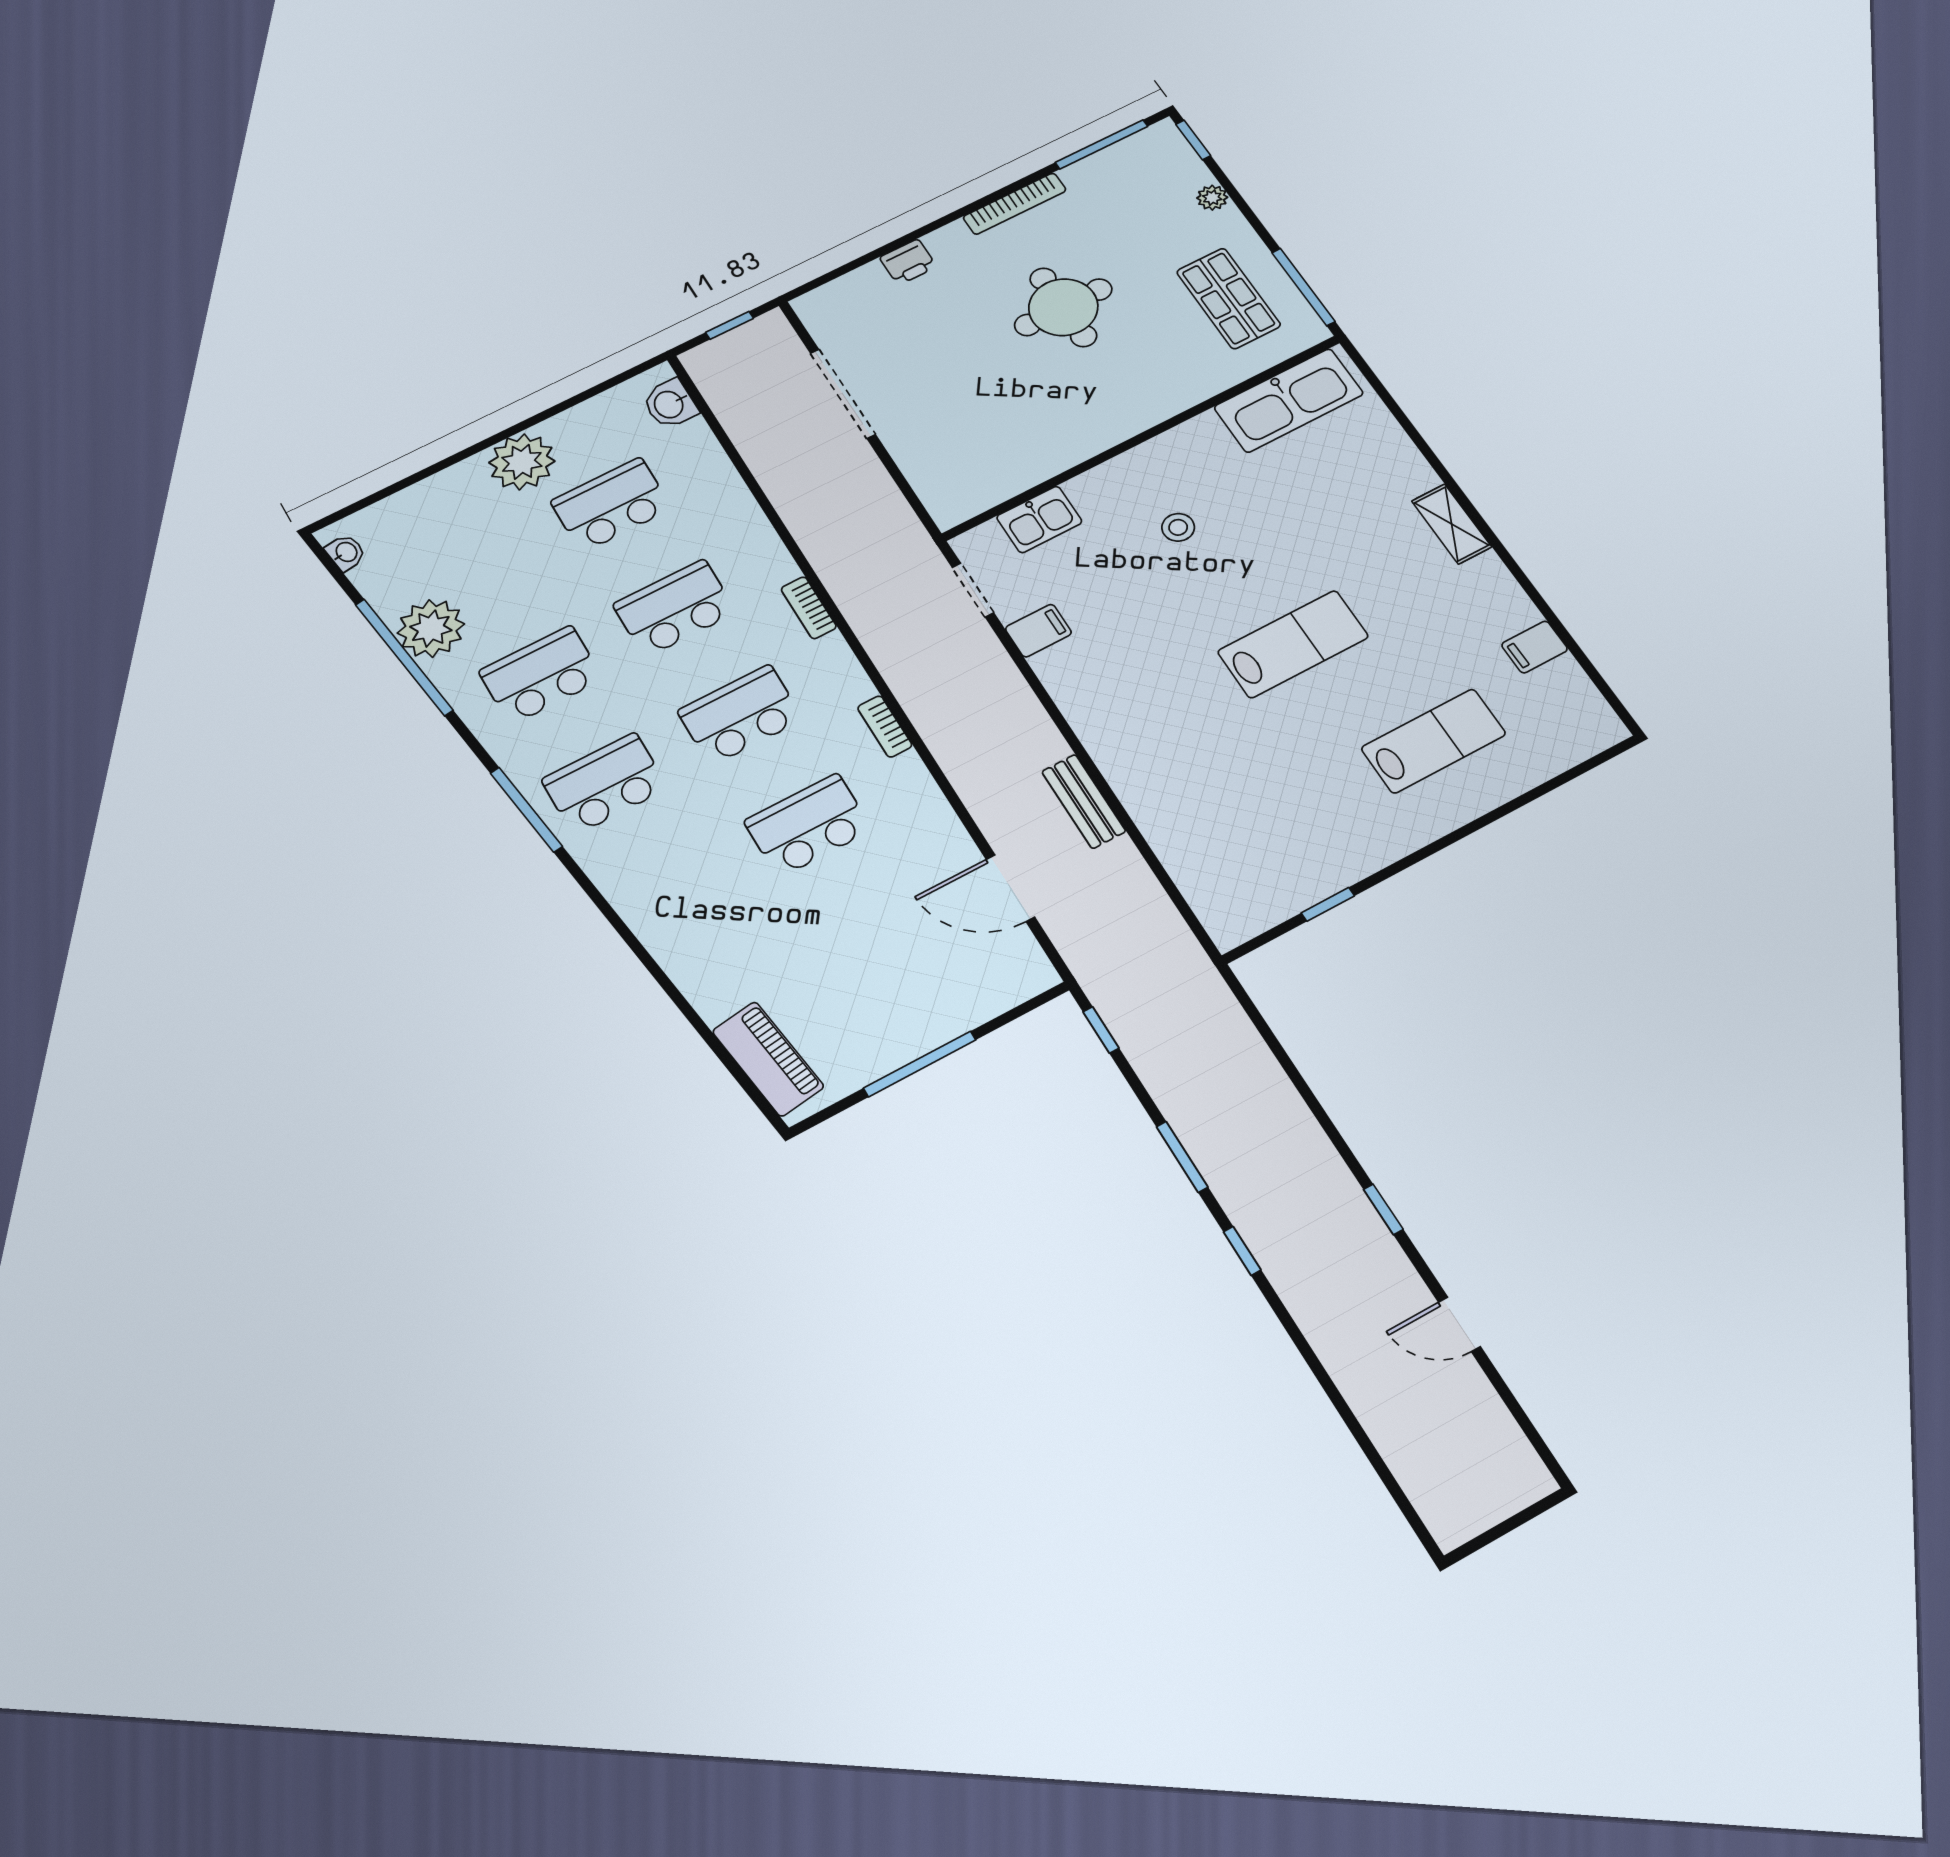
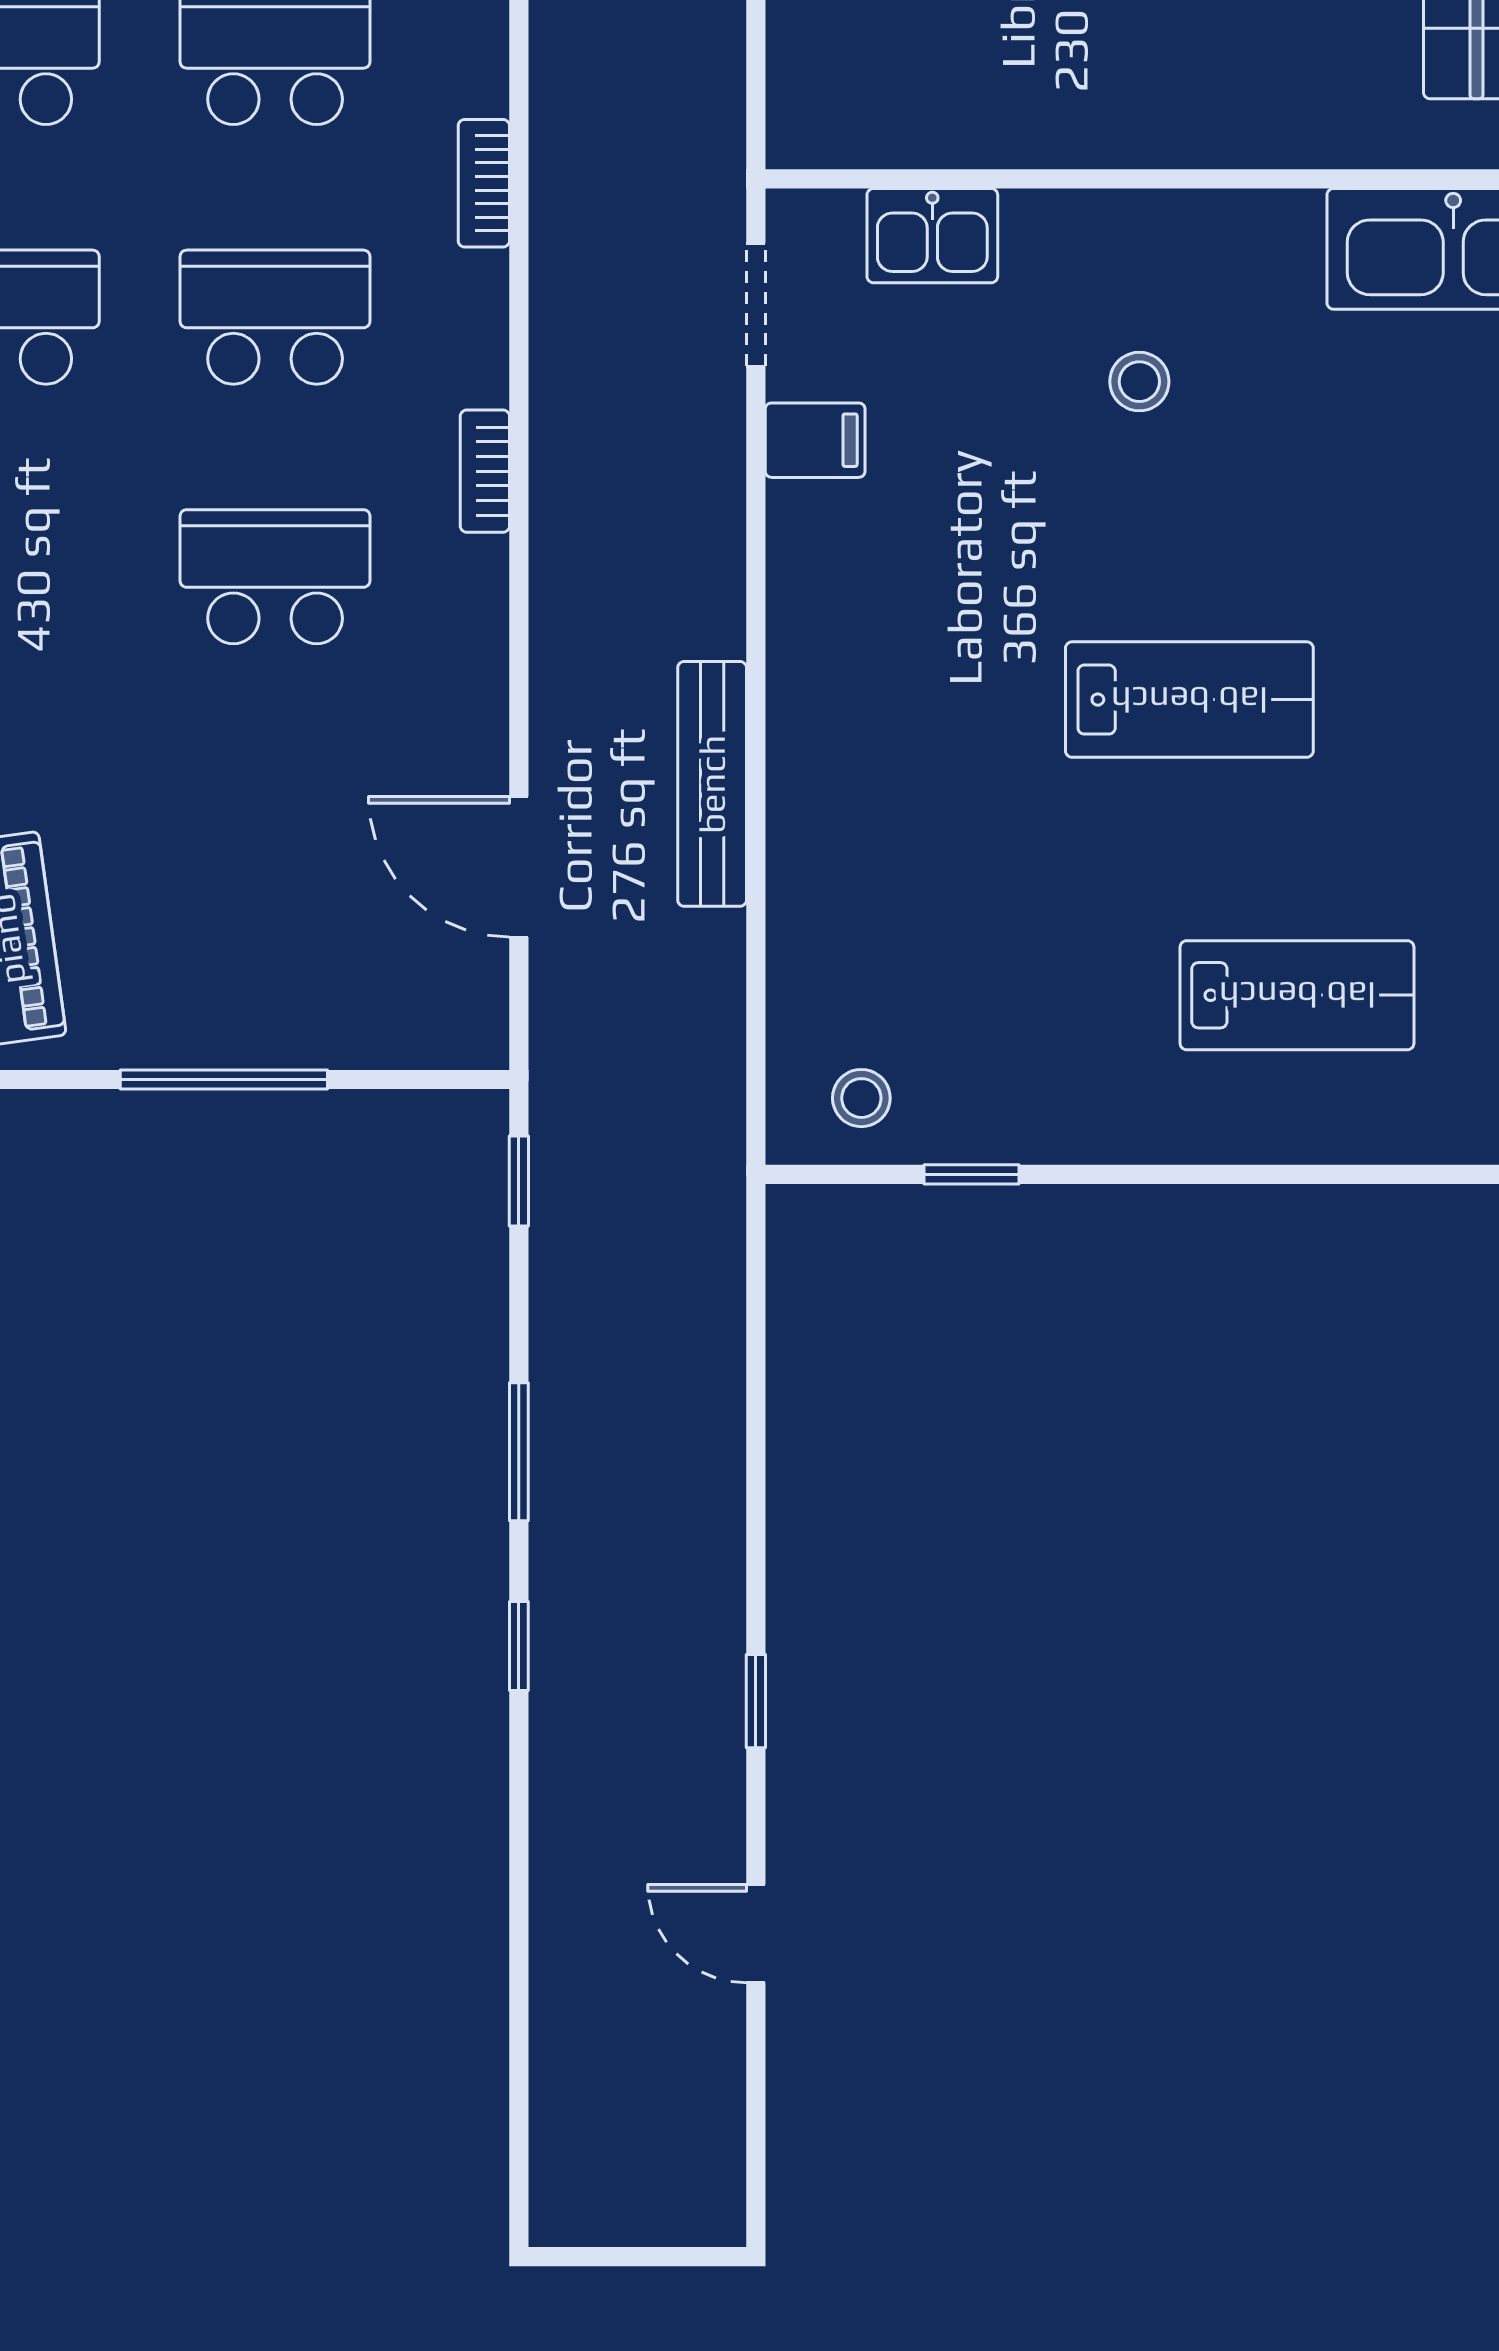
bench: (1084, 801) -> (712, 784), width x1.36
stool: (1250, 900) -> (861, 1098), added

